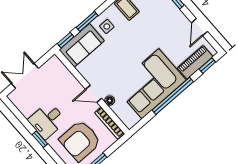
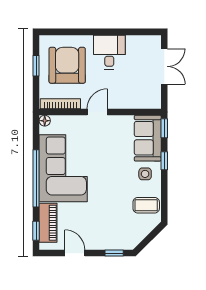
window: (87, 21) -> (164, 161), width x0.67
floor lamp: (110, 101) -> (45, 121), moved
window: (40, 139) -> (99, 32), removed

